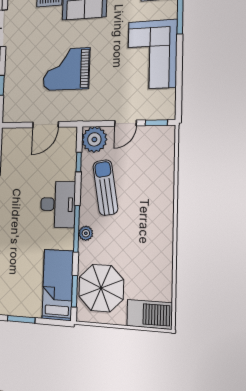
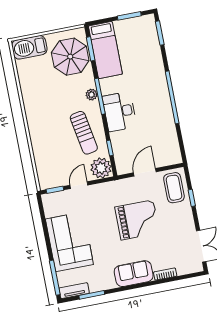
coffee table: (18, 100) -> (174, 188), added

